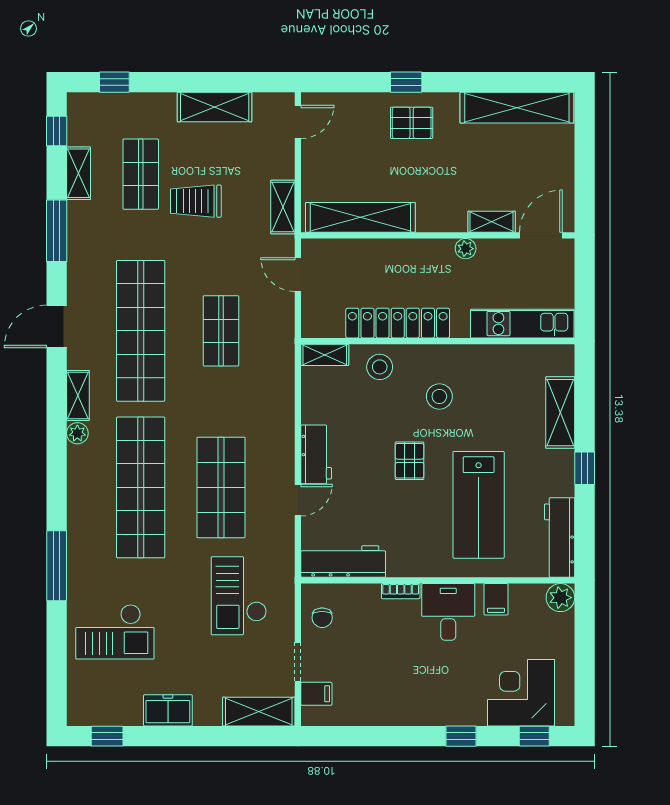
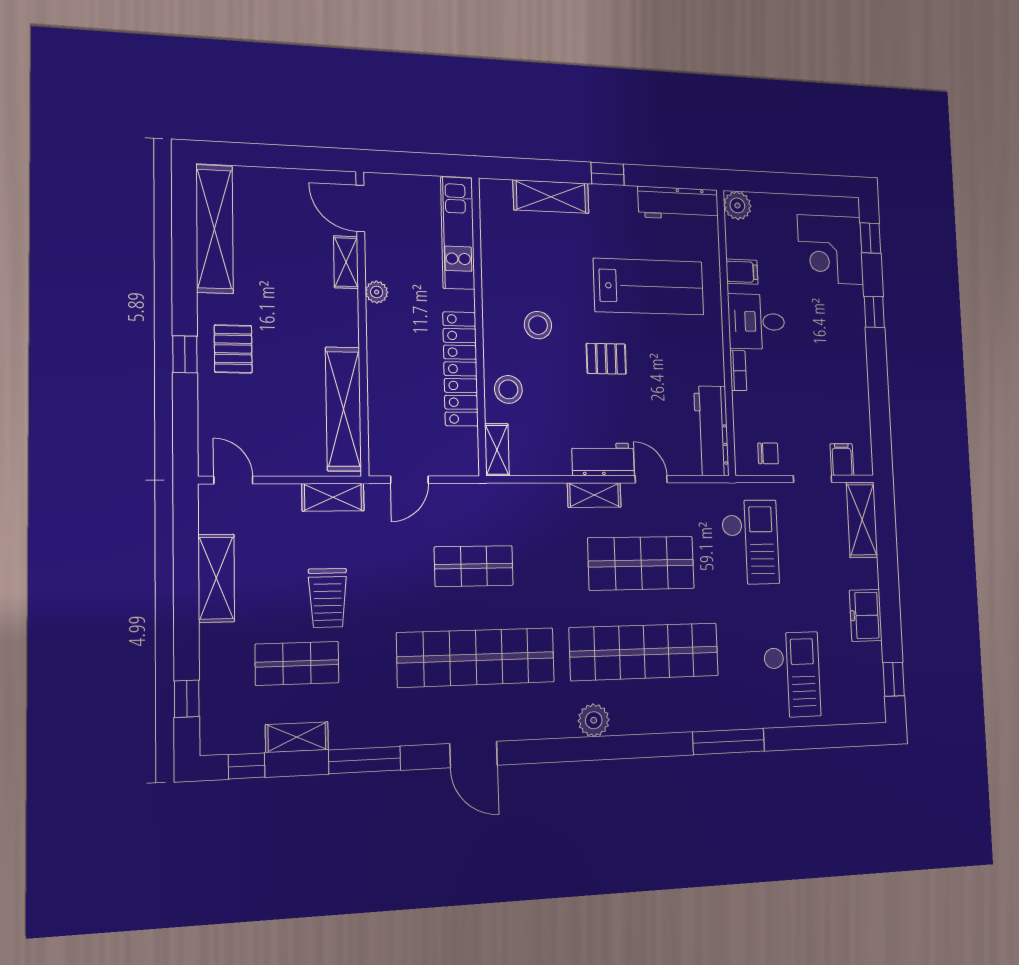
shelving: (78, 395) -> (594, 495), moved
plant: (77, 433) -> (594, 720), width x1.38, depth x1.38
checkout: (239, 596) -> (750, 542), turned -90

